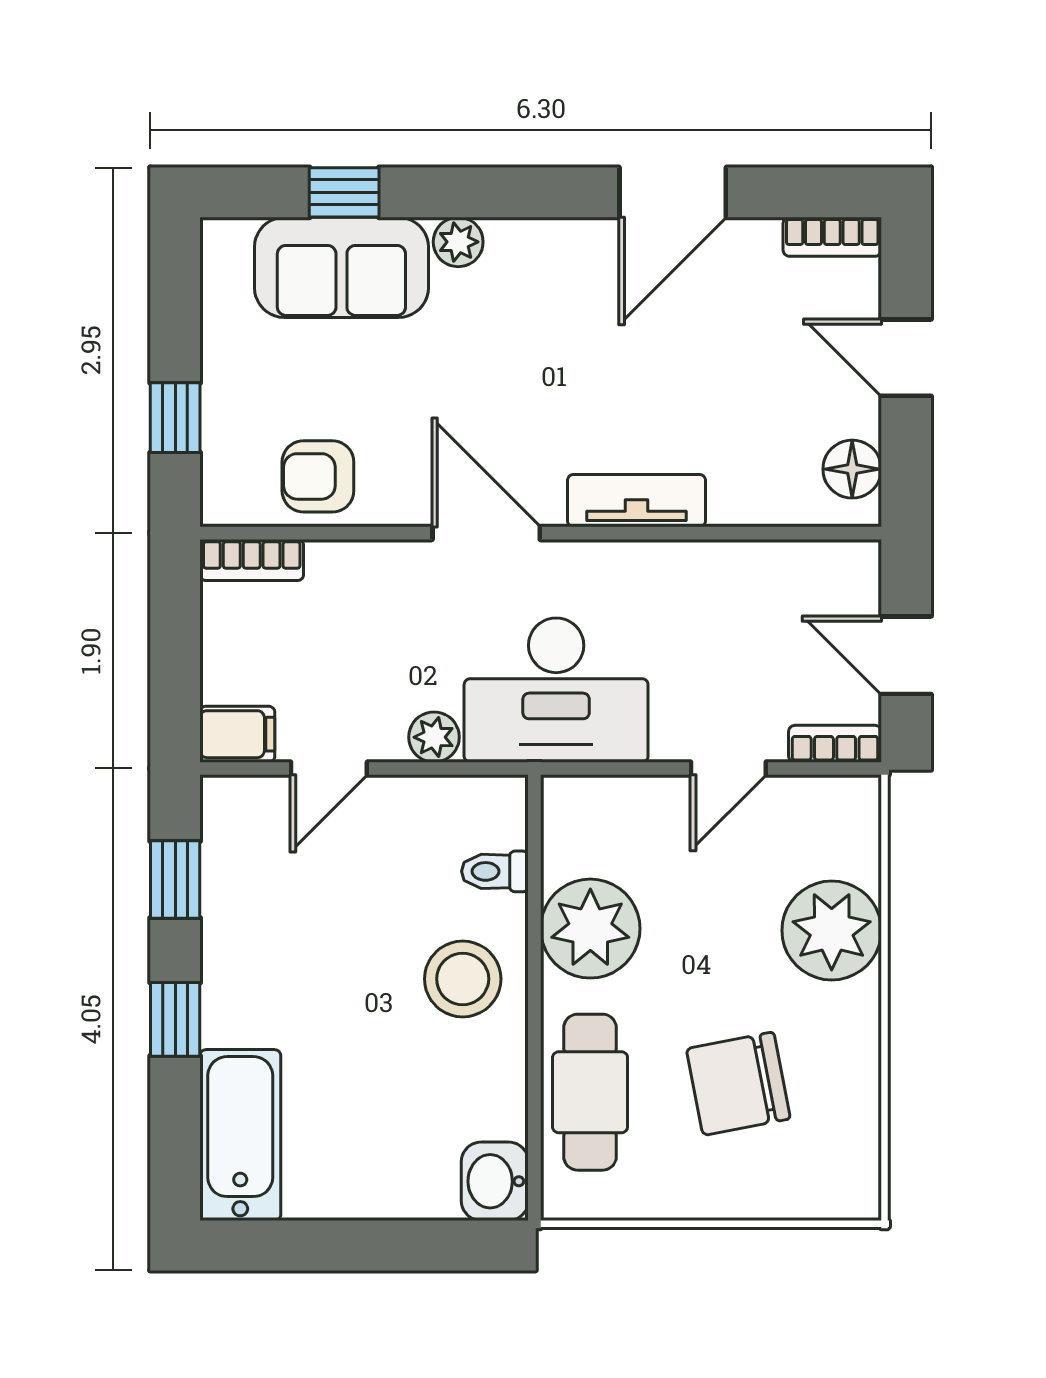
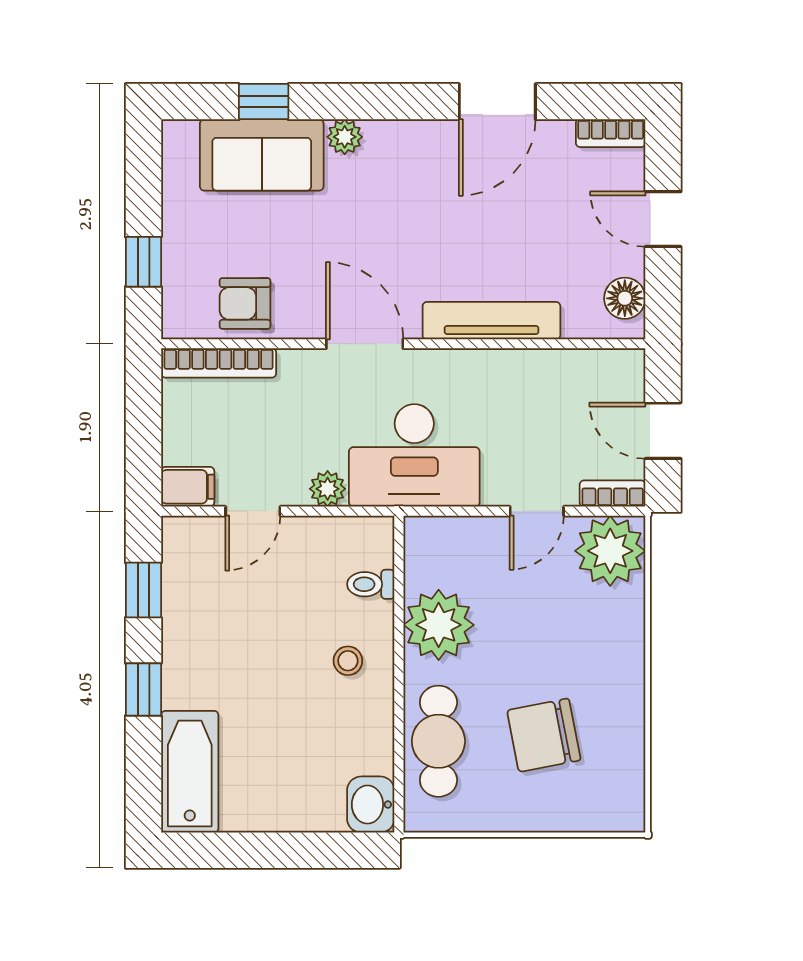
tv unit: (637, 501) -> (491, 321), width x1.41
bookcase: (252, 560) -> (219, 363), width x1.56
plant: (832, 930) -> (610, 551), moved
stool: (463, 979) -> (348, 661), width x0.53, depth x0.53

